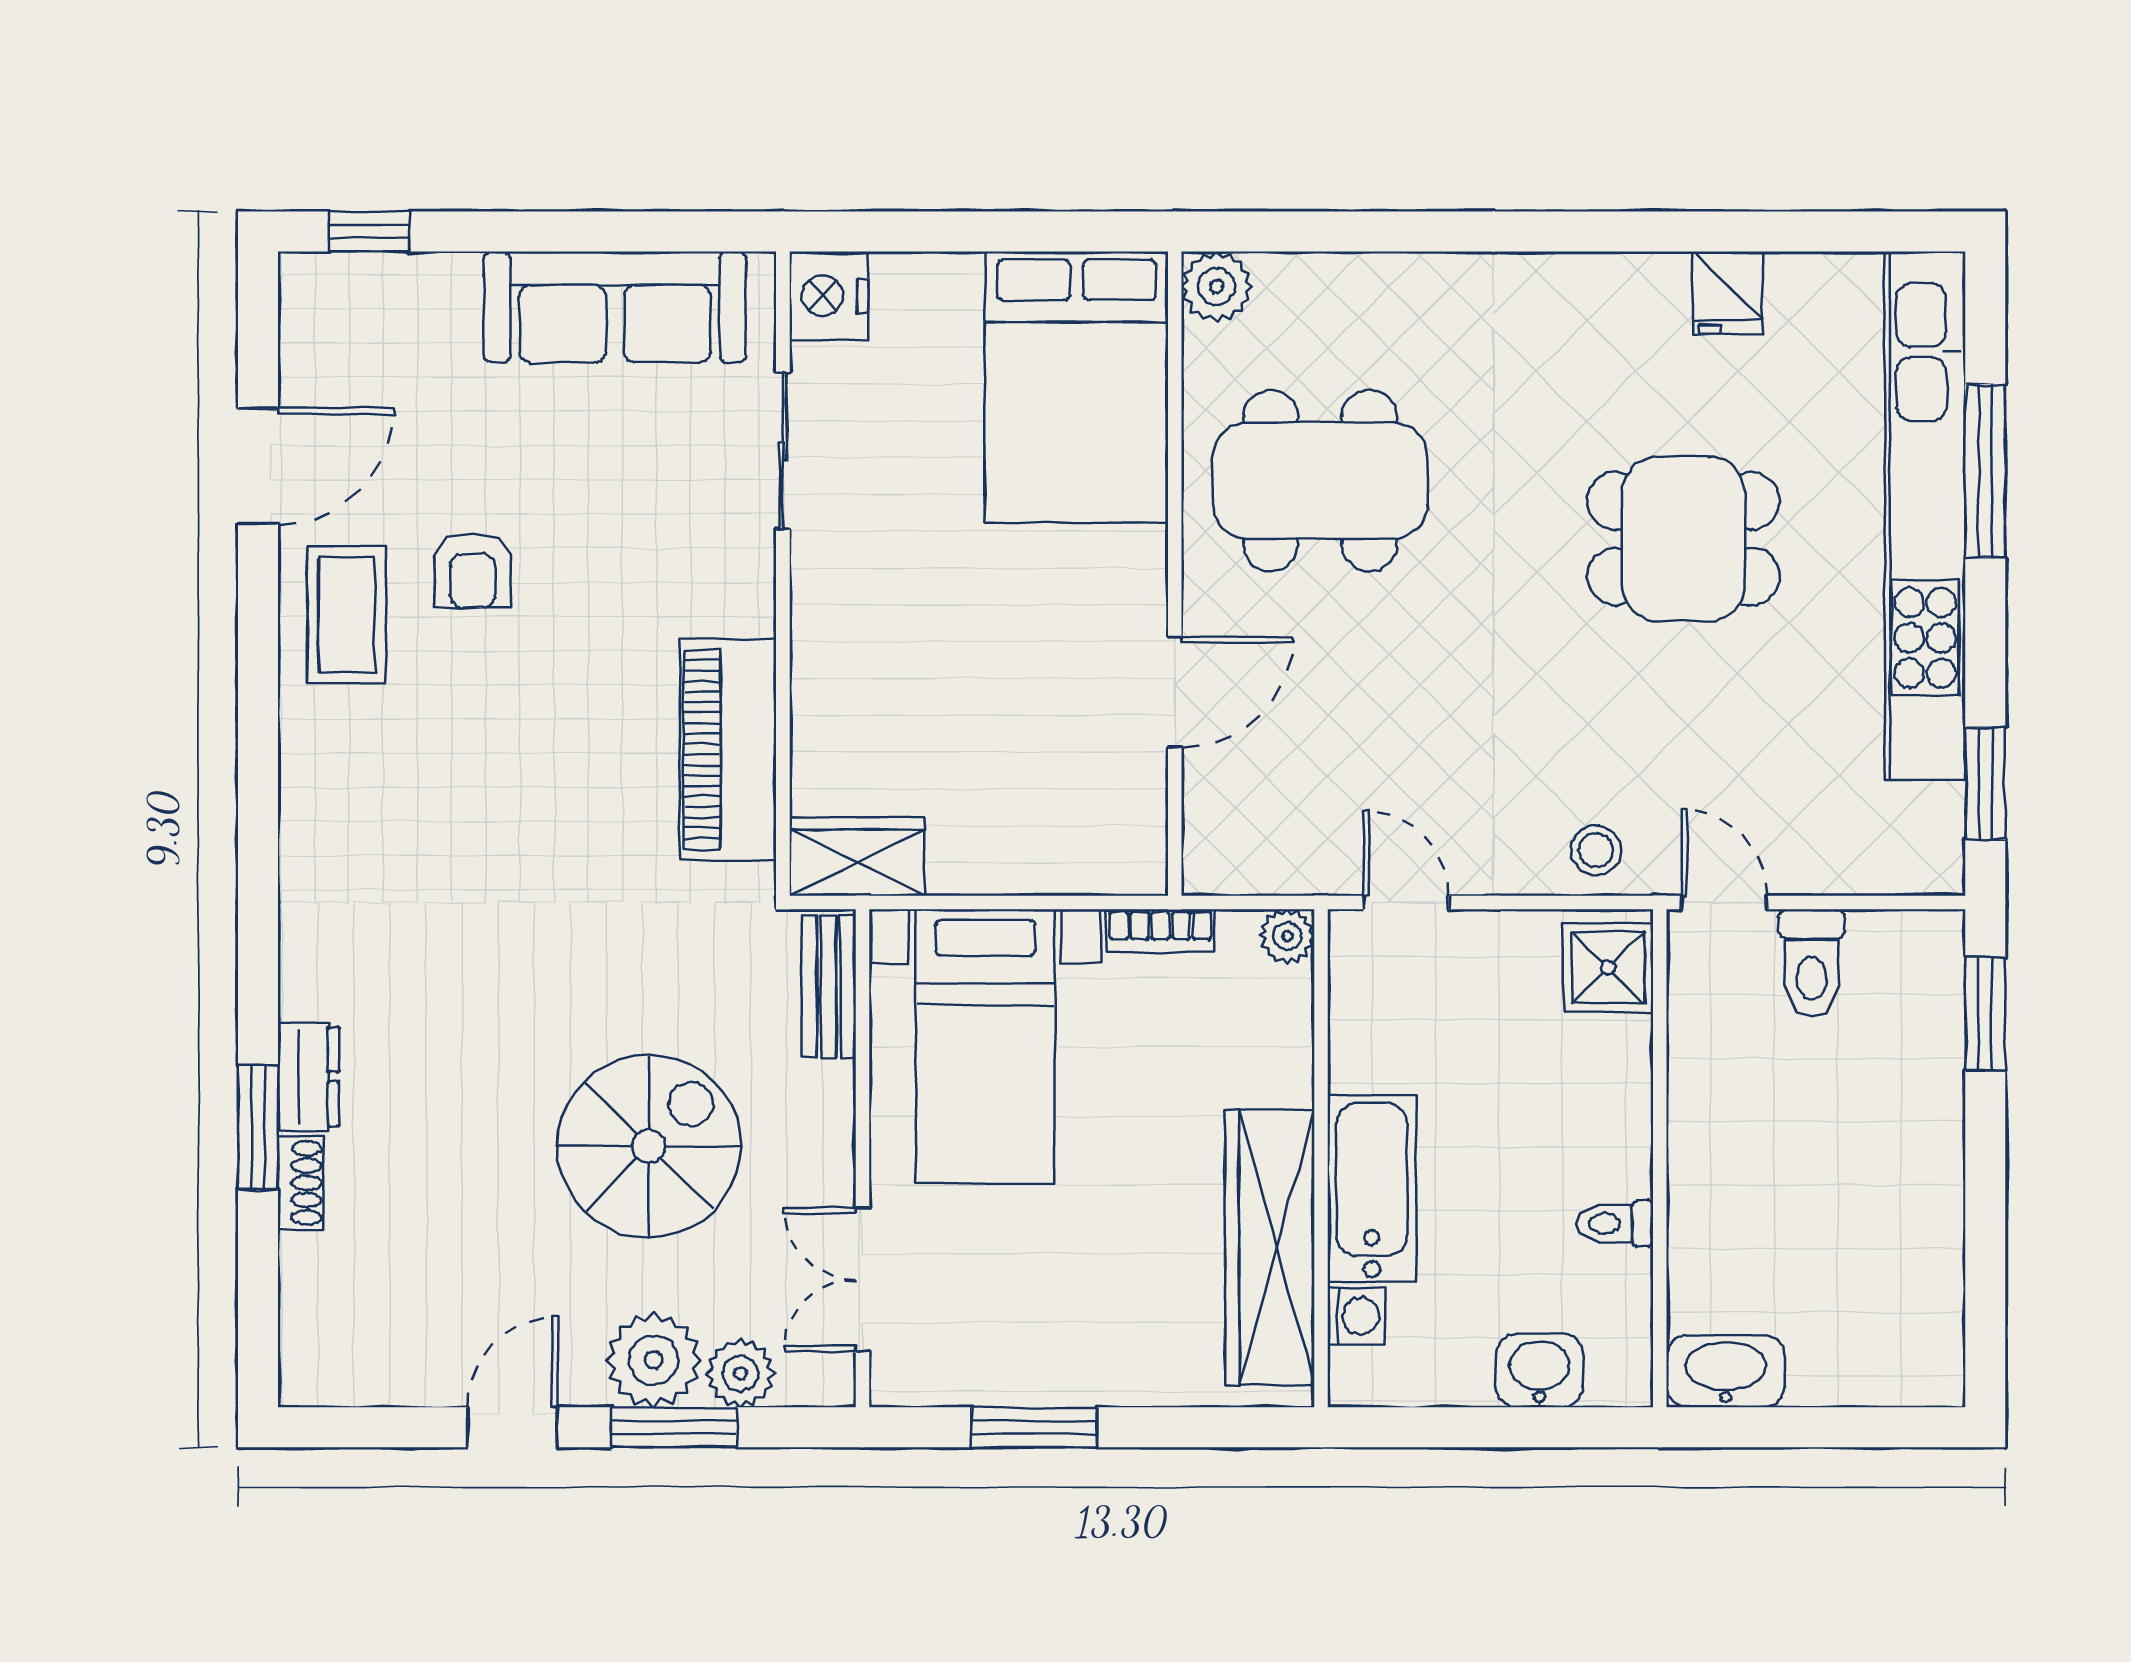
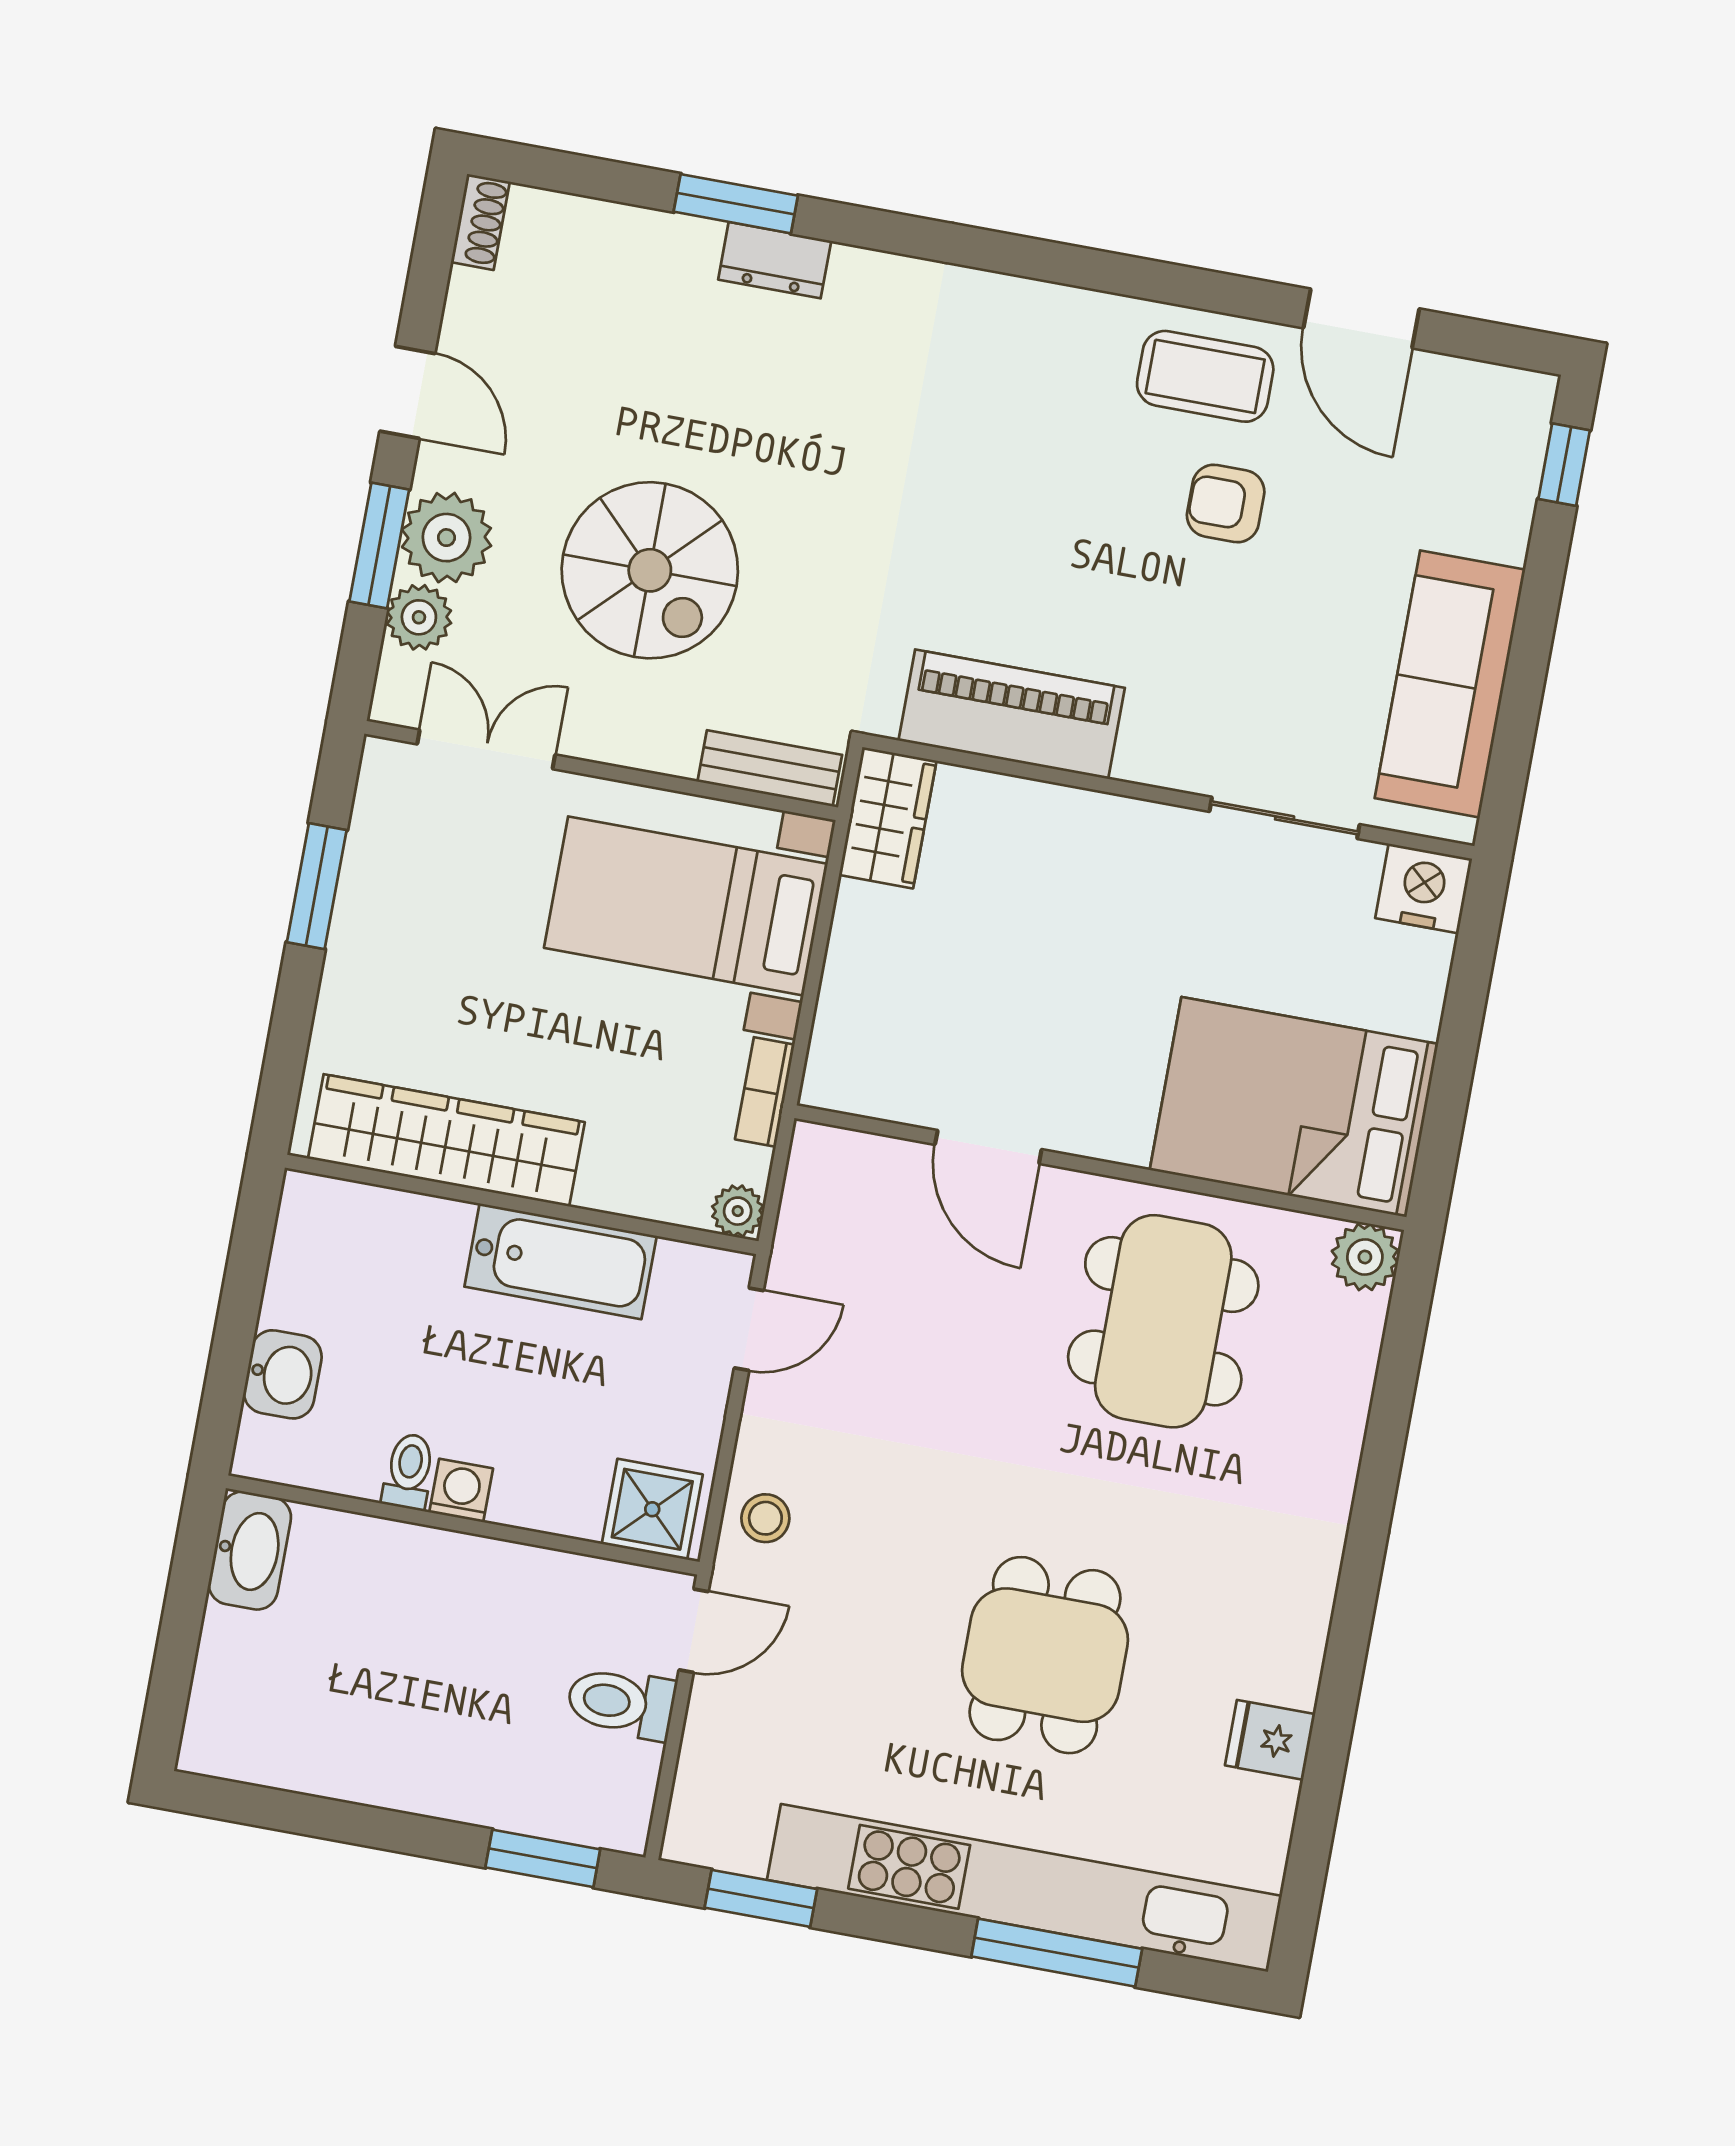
shoe rack: (301, 1183) -> (480, 222), moved, turned -90
bathtub: (1372, 1189) -> (561, 1261), moved
washing machine: (1356, 1316) -> (461, 1490), moved, turned 180

